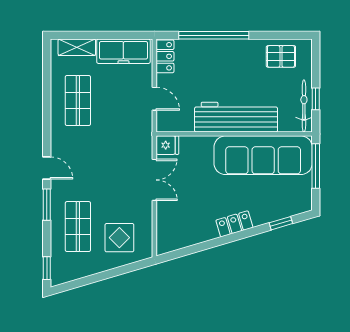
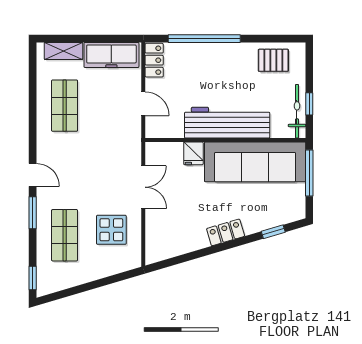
fridge: (167, 145) -> (193, 153), moved, turned 90
display table: (119, 238) -> (111, 230), moved

